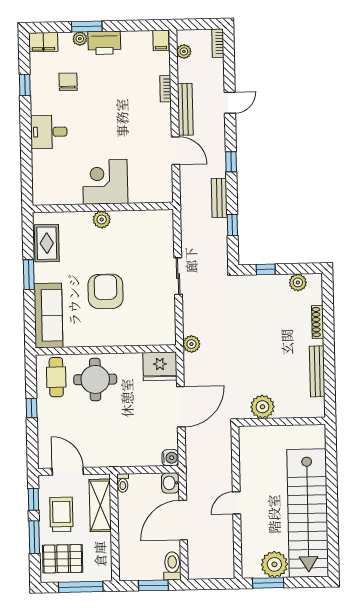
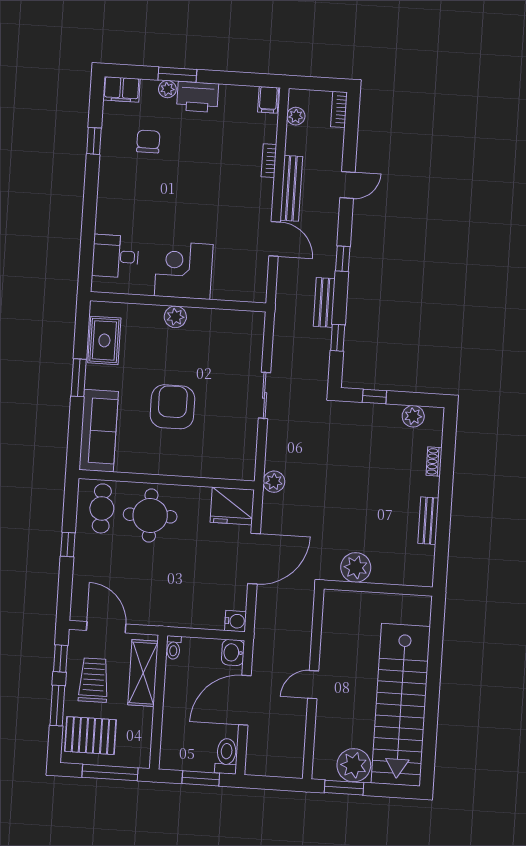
desk: (49, 132) -> (115, 256), moved
shoe rack: (318, 322) -> (434, 462), width x0.70
bench: (317, 371) -> (428, 521), width x0.73

